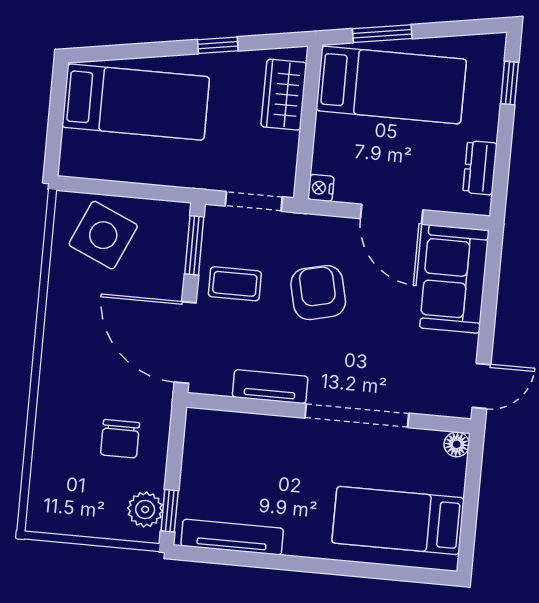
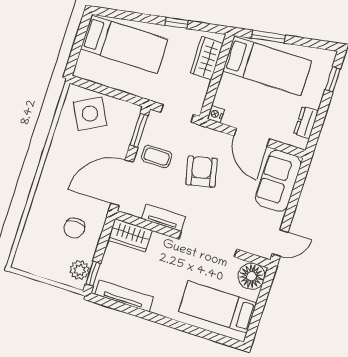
side table: (103, 235) -> (90, 114), turned 38
door: (185, 343) -> (122, 183), hinge flipped
wardrobe: (219, 430) -> (130, 235), added
floor lamp: (457, 444) -> (251, 276), width x1.89, depth x1.89

